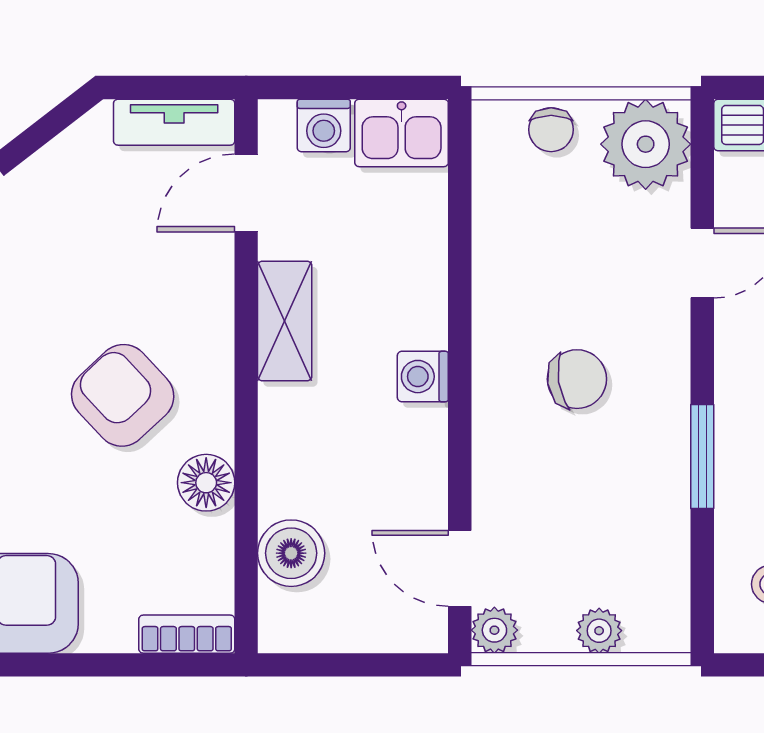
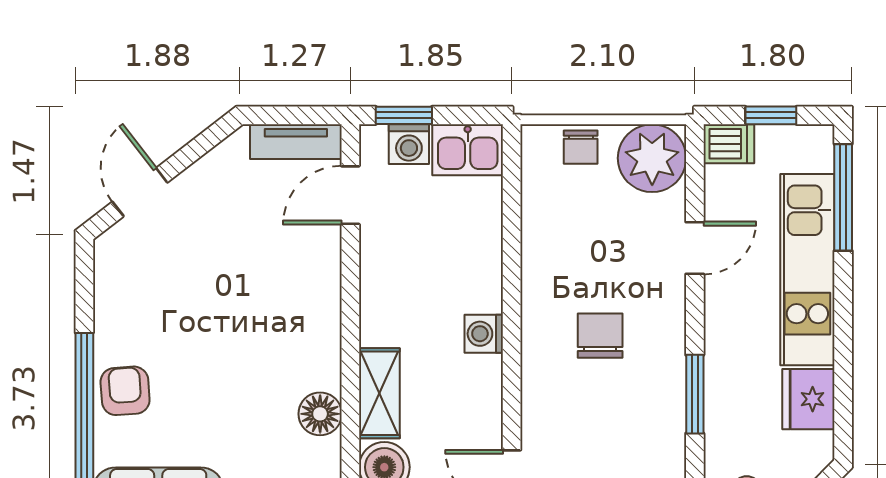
window: (317, 88) -> (404, 115), added
shelving: (285, 321) -> (379, 393), moved
chair: (577, 379) -> (600, 336), turned -81
armchair: (123, 395) -> (257, 348), removed

